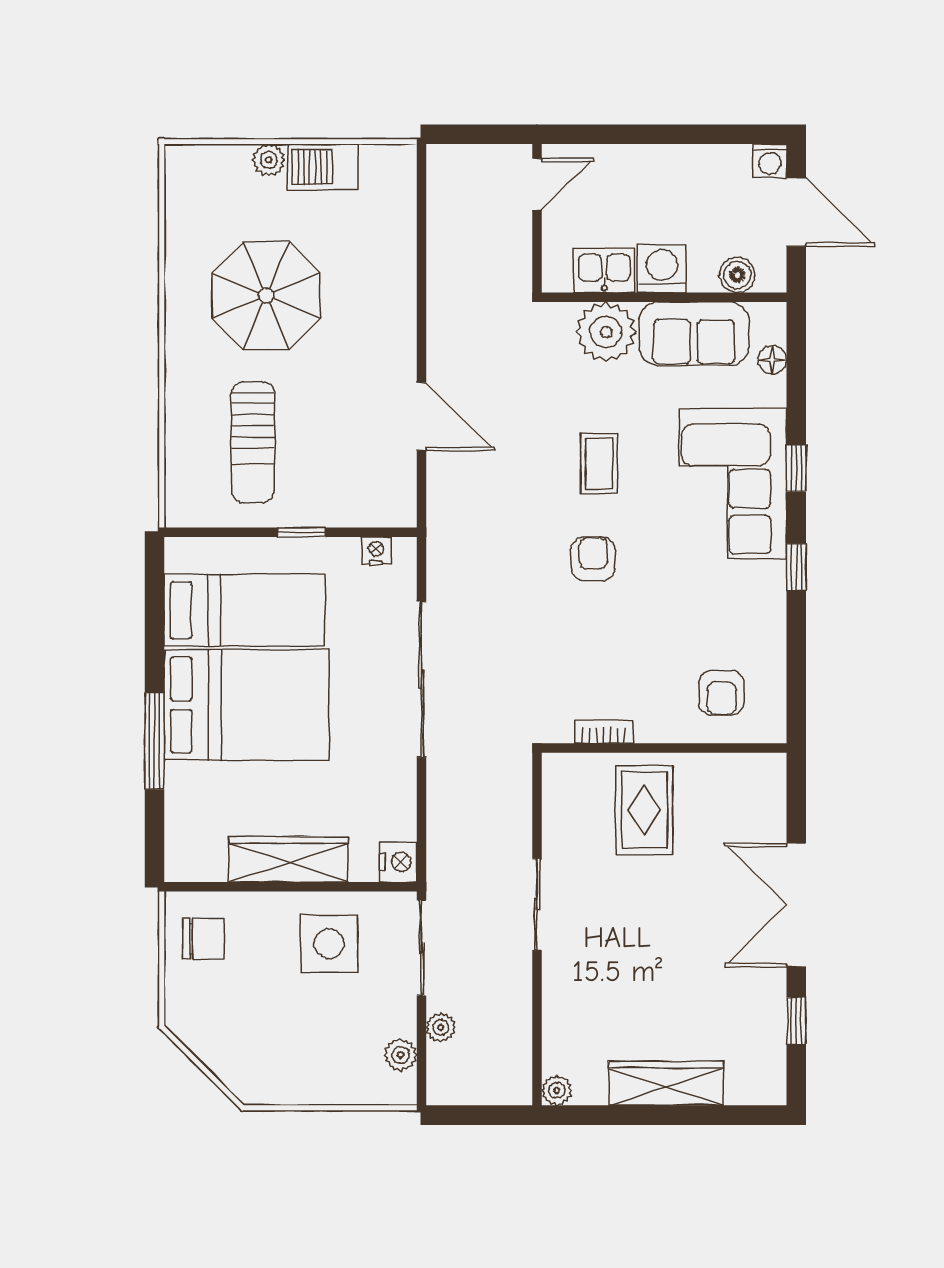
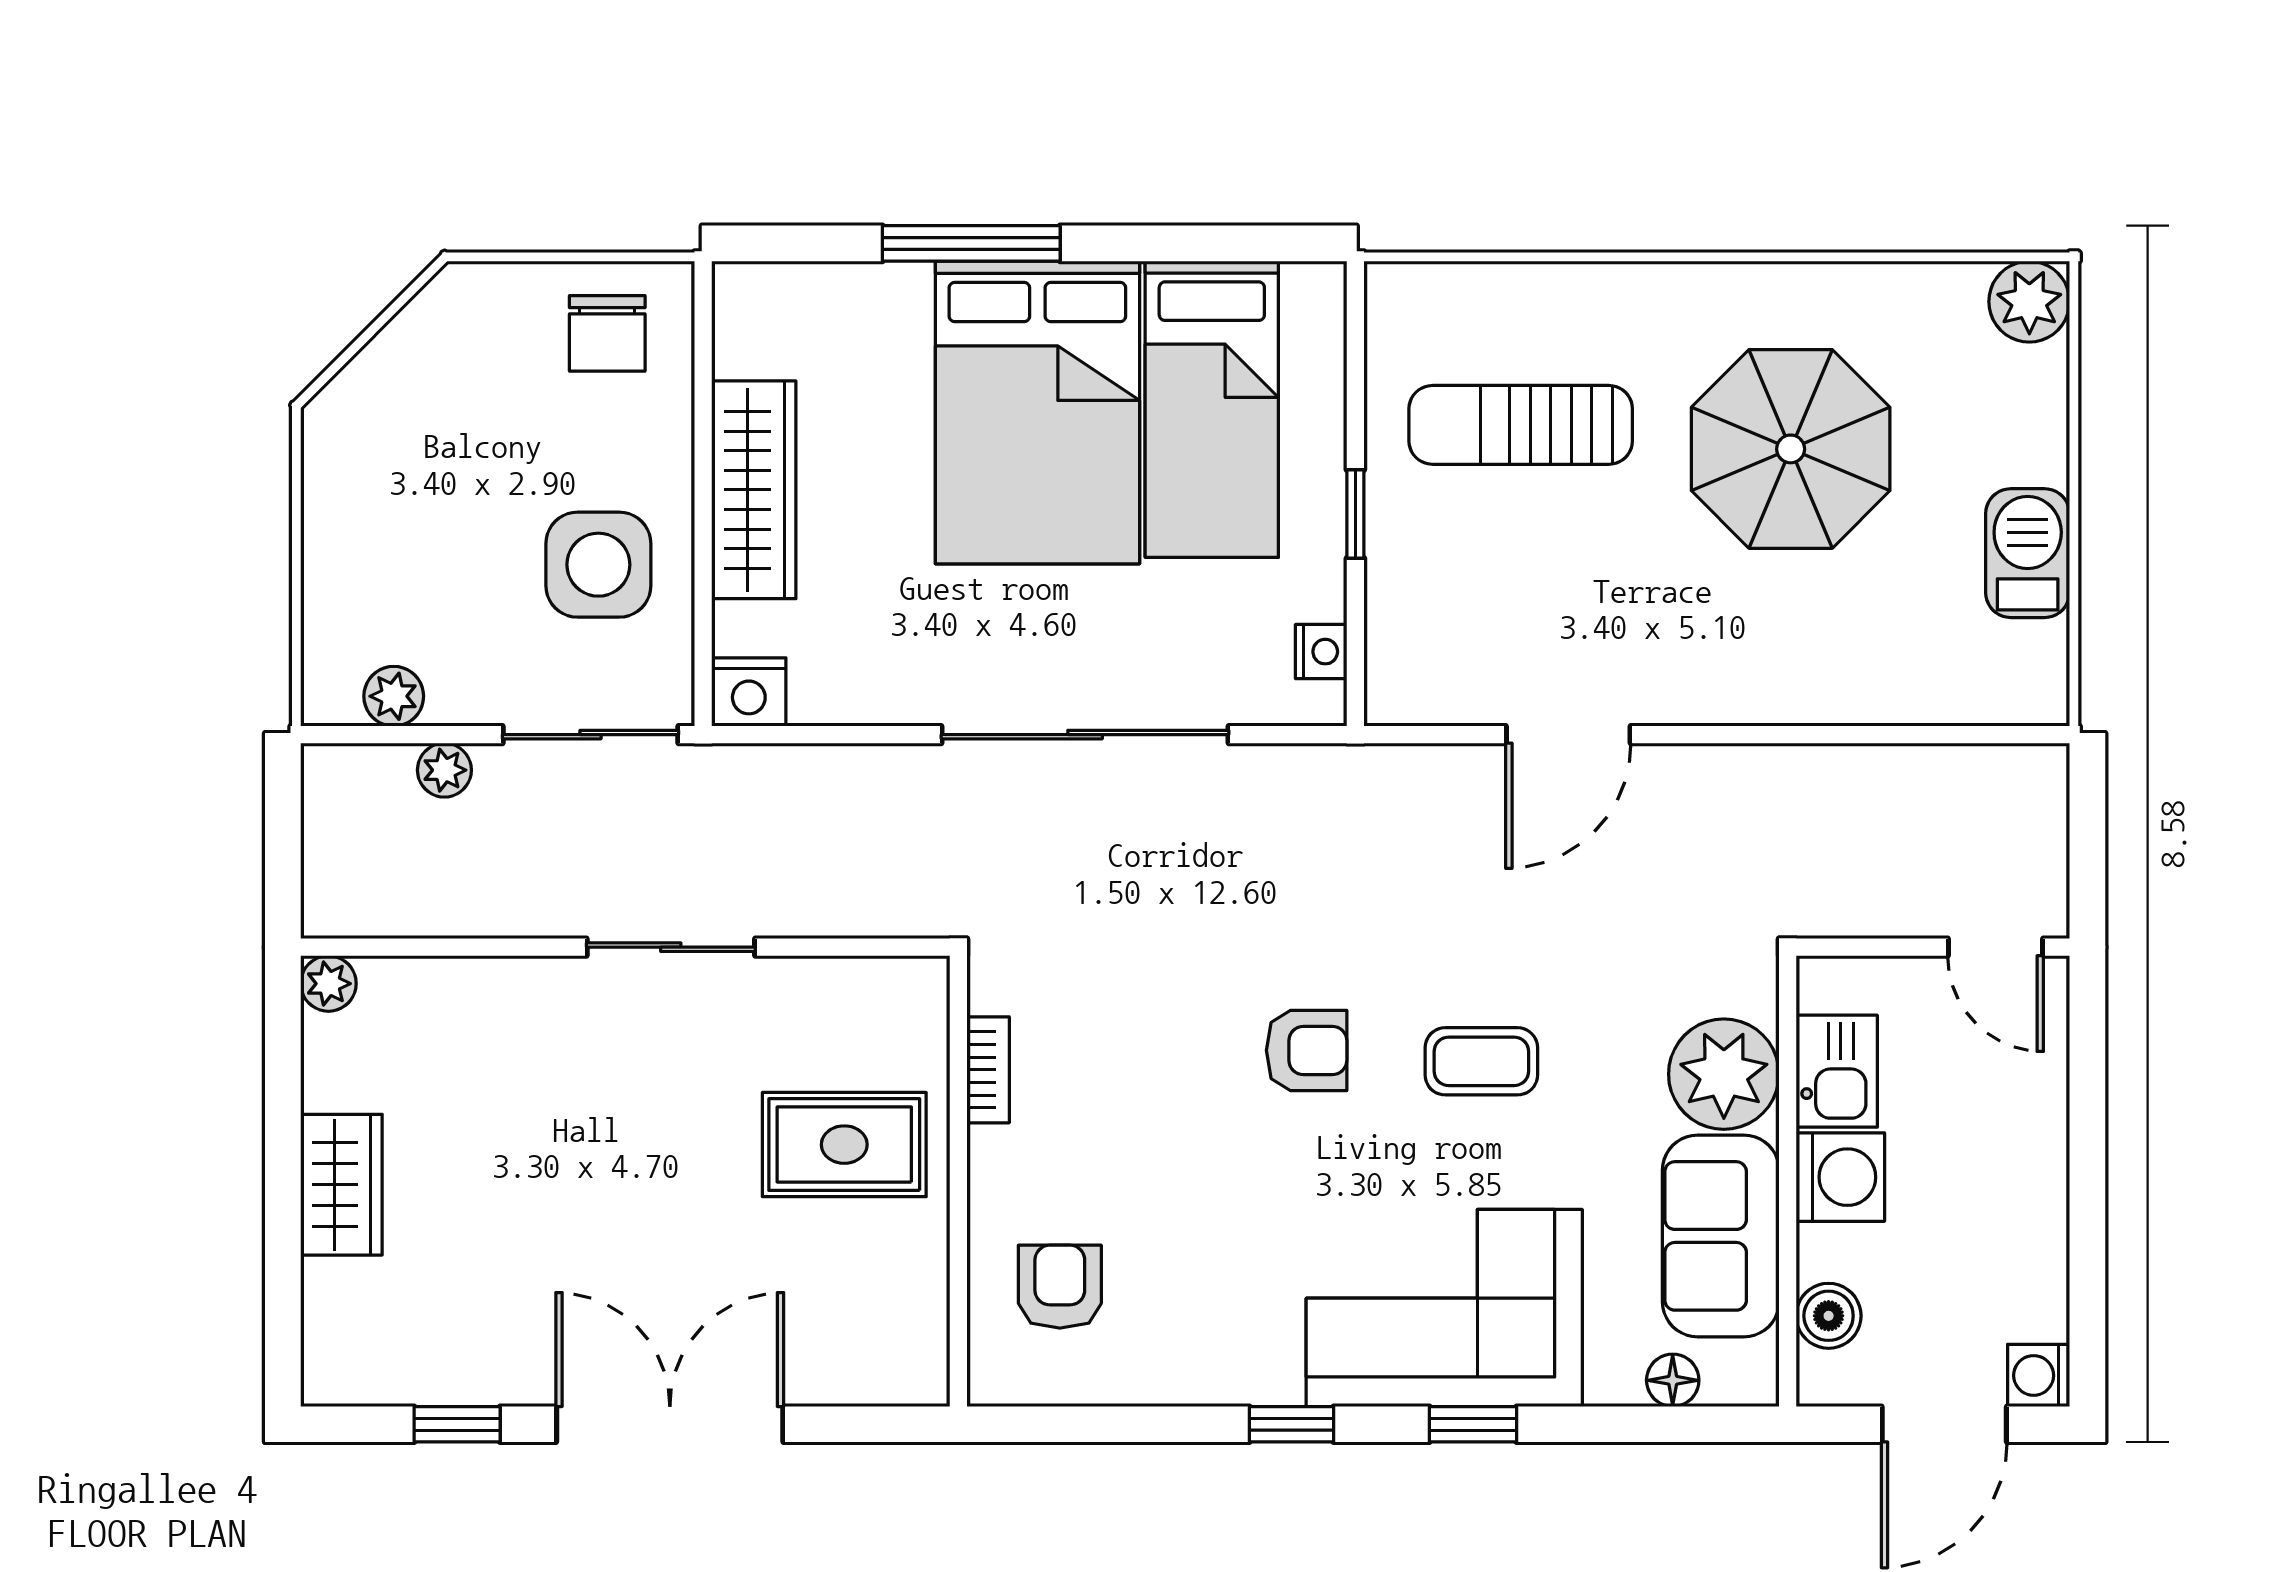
plant: (269, 160) -> (2029, 302), moved, width x1.38, depth x1.38
armchair: (721, 693) -> (1060, 1287), turned 90
wardrobe: (666, 1083) -> (341, 1185), width x0.67

